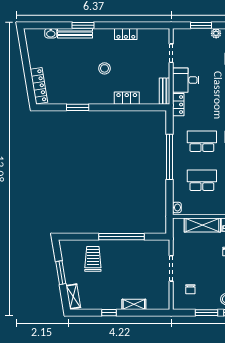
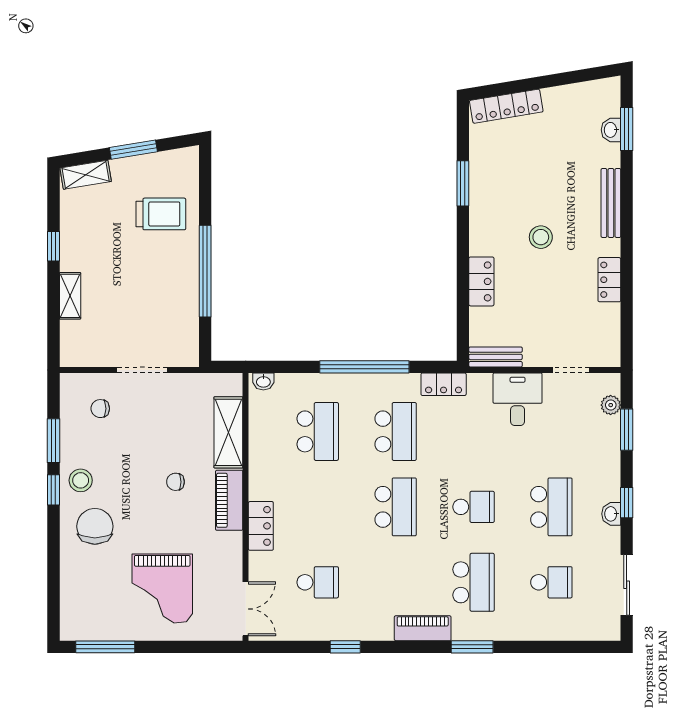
window: (83, 25) -> (627, 129), moved
bench: (75, 33) -> (611, 203), moved
plant: (216, 33) -> (611, 405), moved
locker: (178, 105) -> (444, 384), moved

